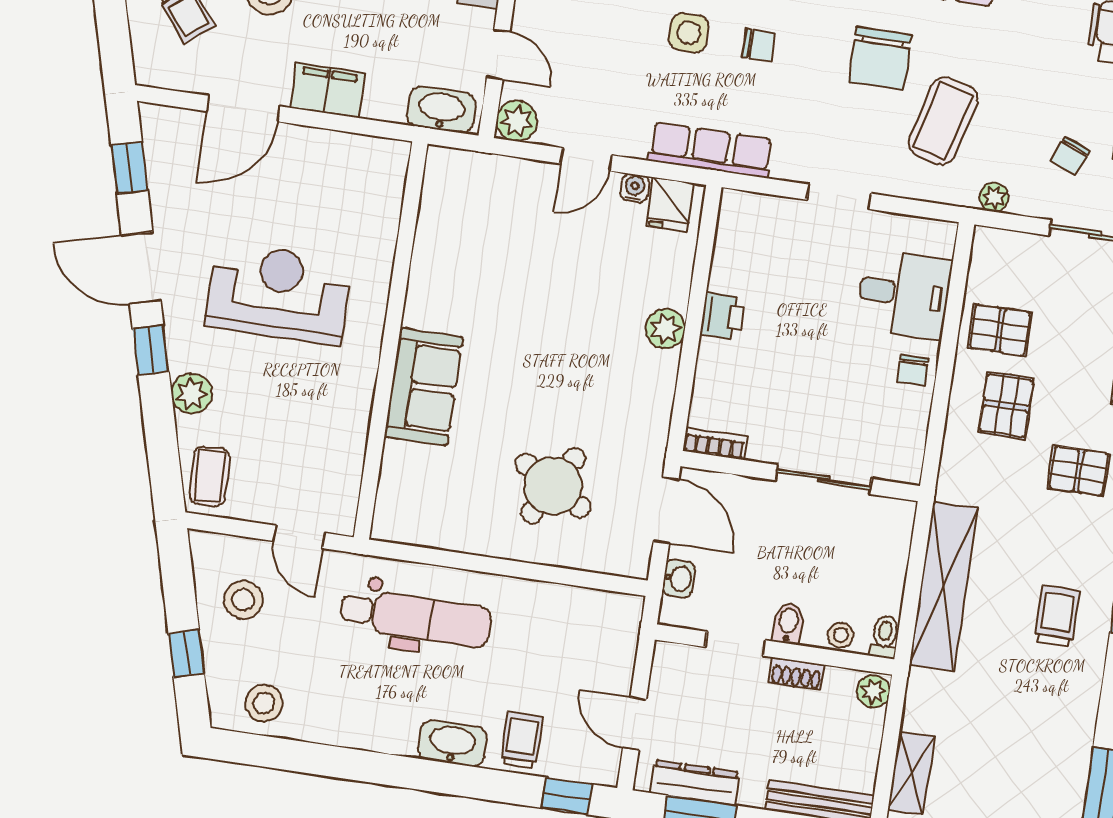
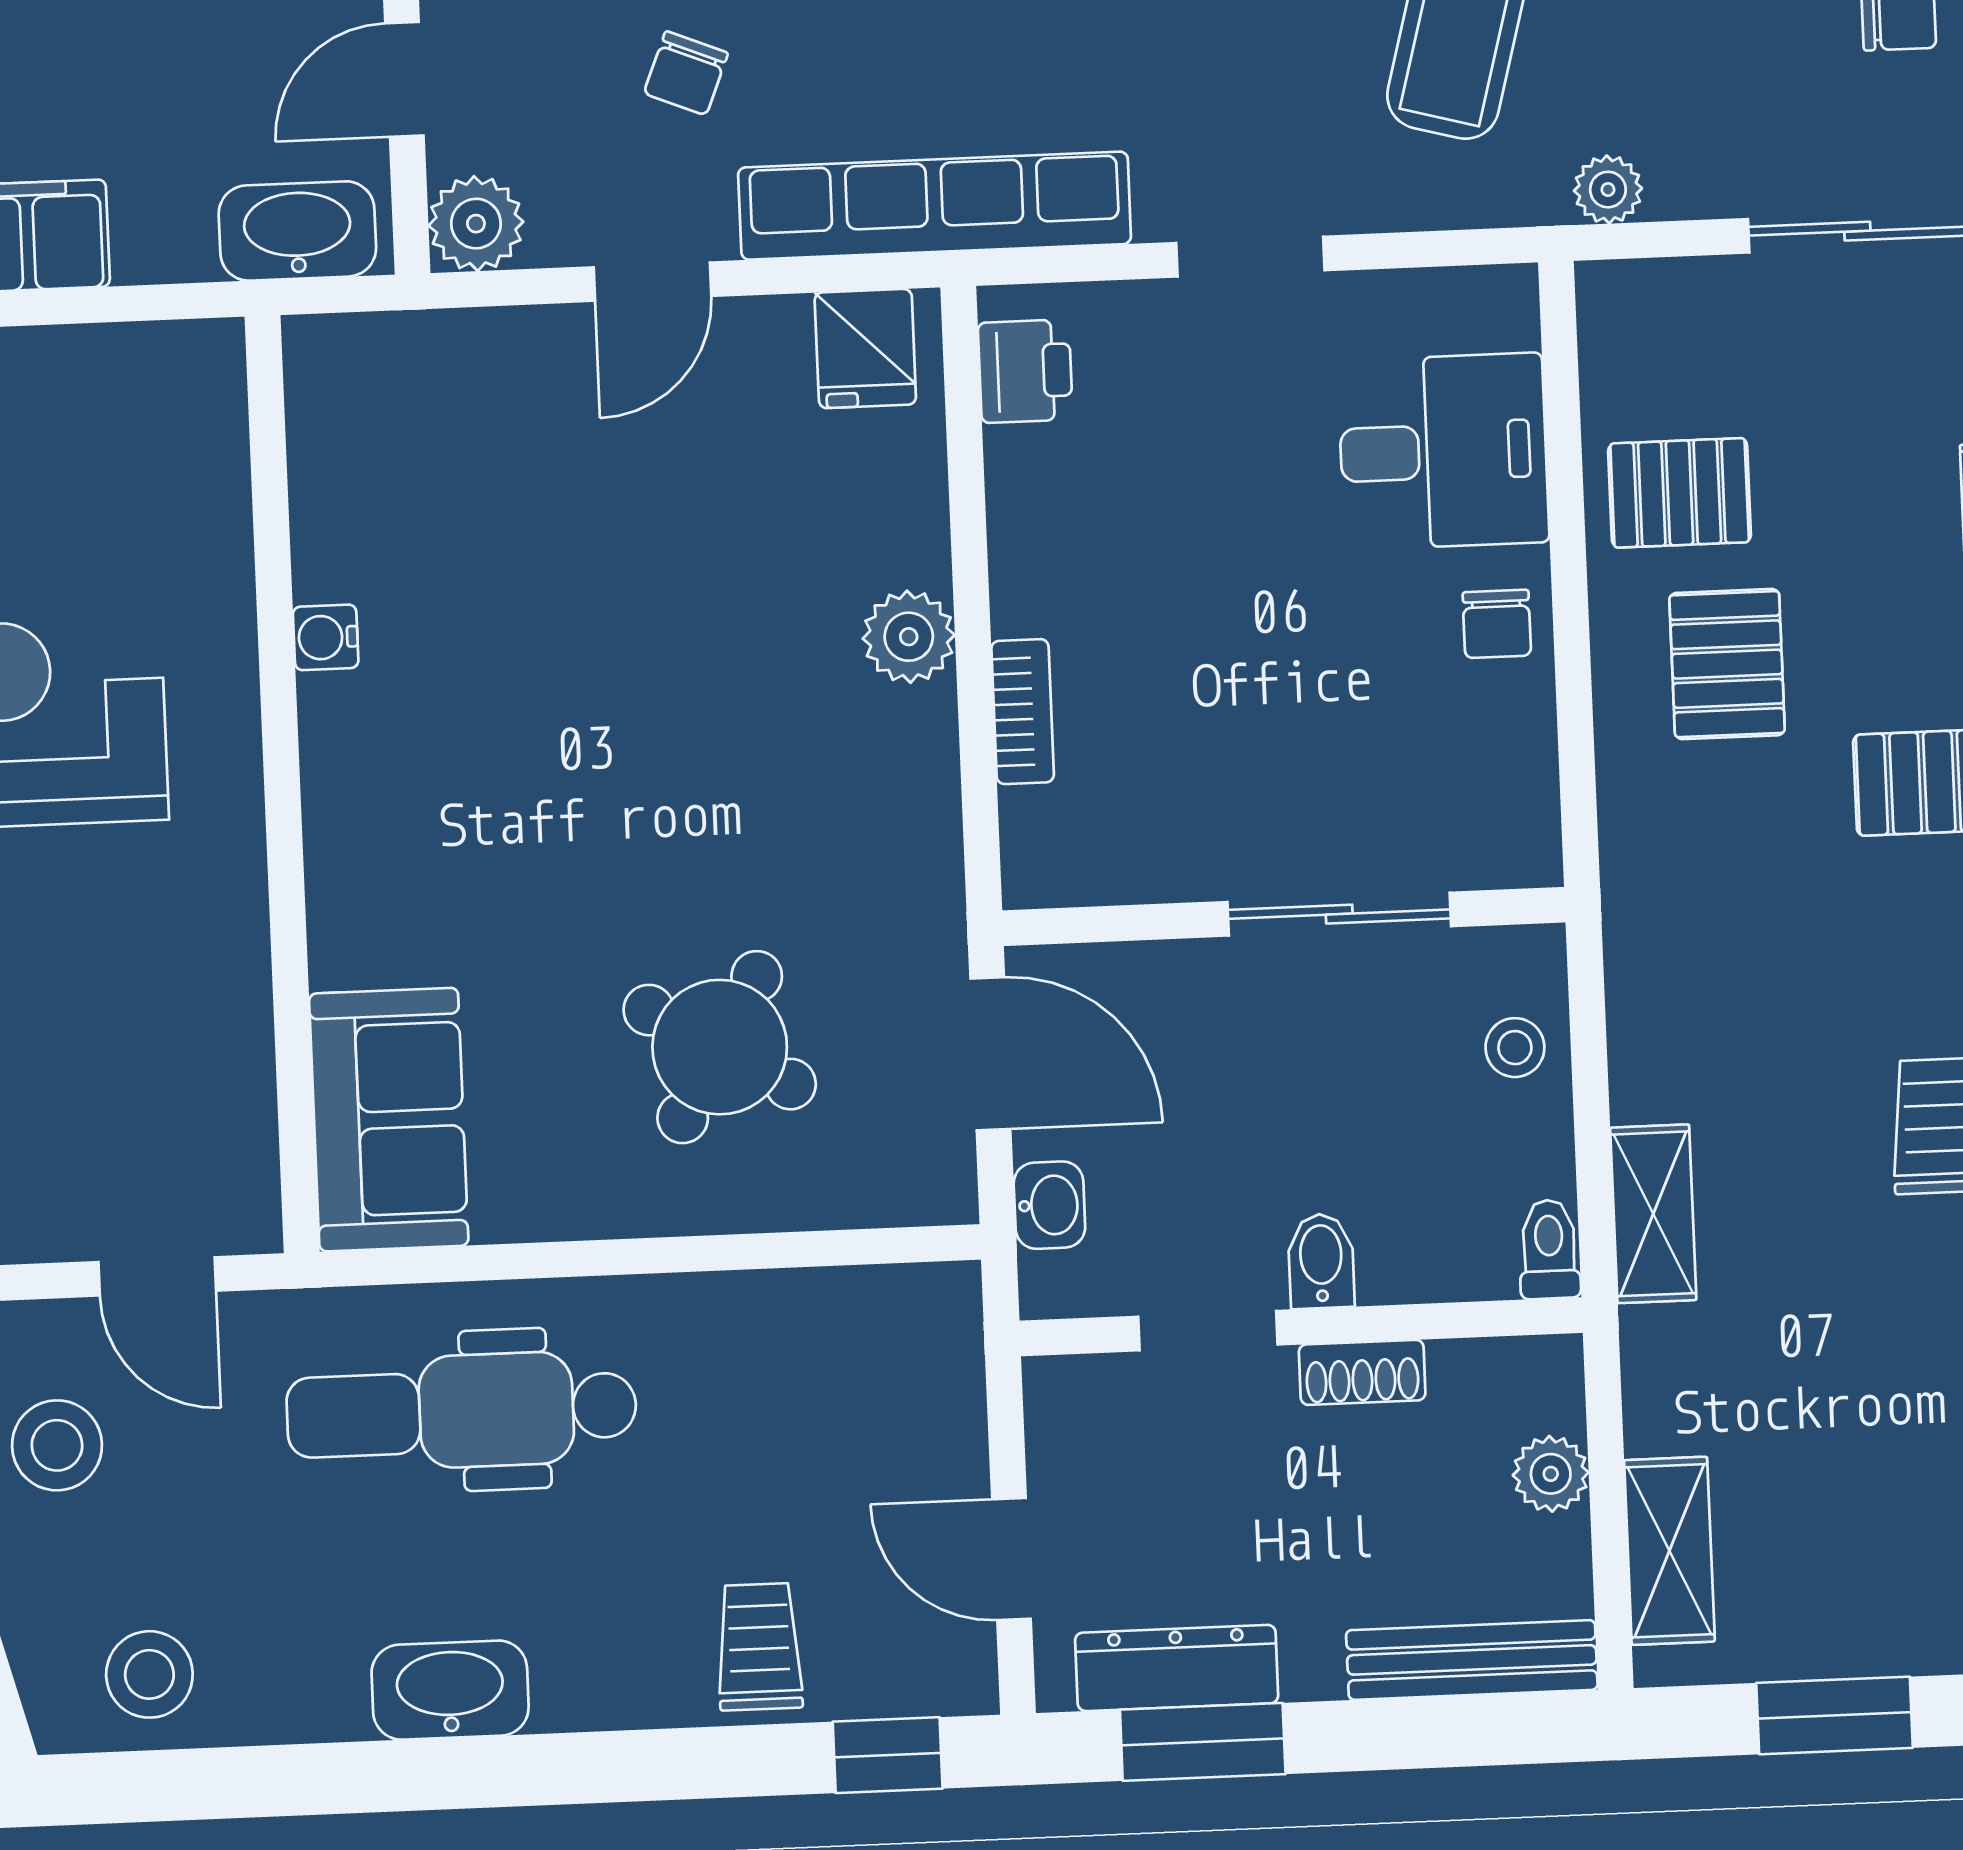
door: (498, 55) -> (404, 79), swing flipped
row of seats: (710, 150) -> (935, 206), width x1.36
chair: (1070, 156) -> (686, 73), moved
water cooler: (635, 188) -> (326, 637), moved, turned -90
printer: (722, 316) -> (1025, 371), moved
sofa: (424, 387) -> (389, 1120), moved
bookcase: (715, 443) -> (1023, 712), moved, turned 90
shelving: (943, 587) -> (1653, 1214), width x0.45, depth x0.75
dental chair: (416, 618) -> (461, 1411), turned 180
stool: (841, 635) -> (1515, 1048), moved
plant: (873, 691) -> (1551, 1474), moved
washbasin: (452, 743) -> (450, 1690), moved

